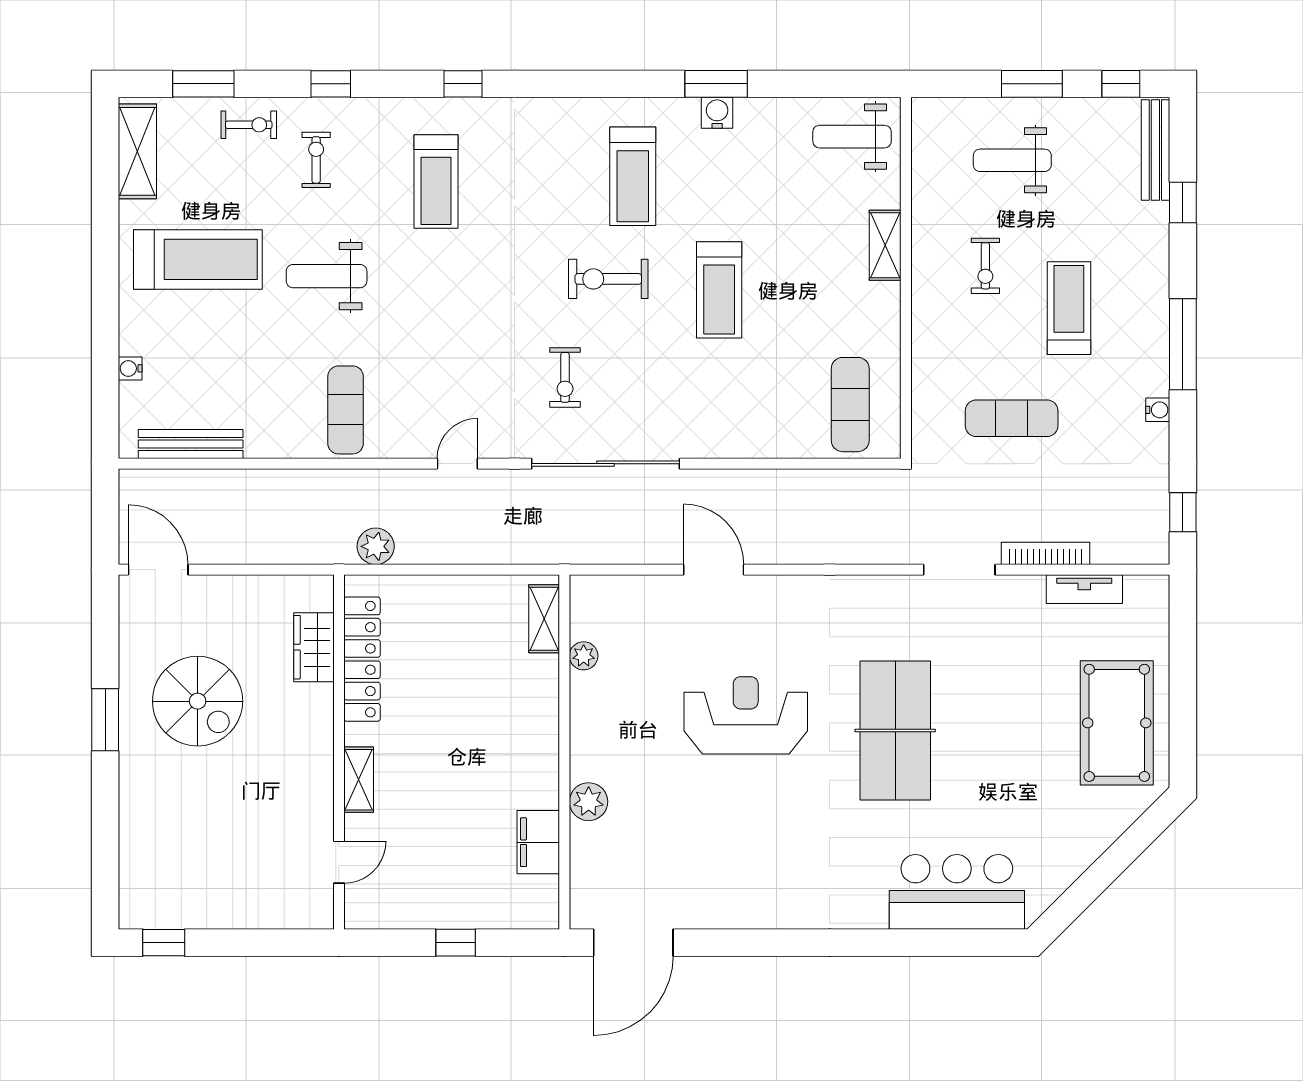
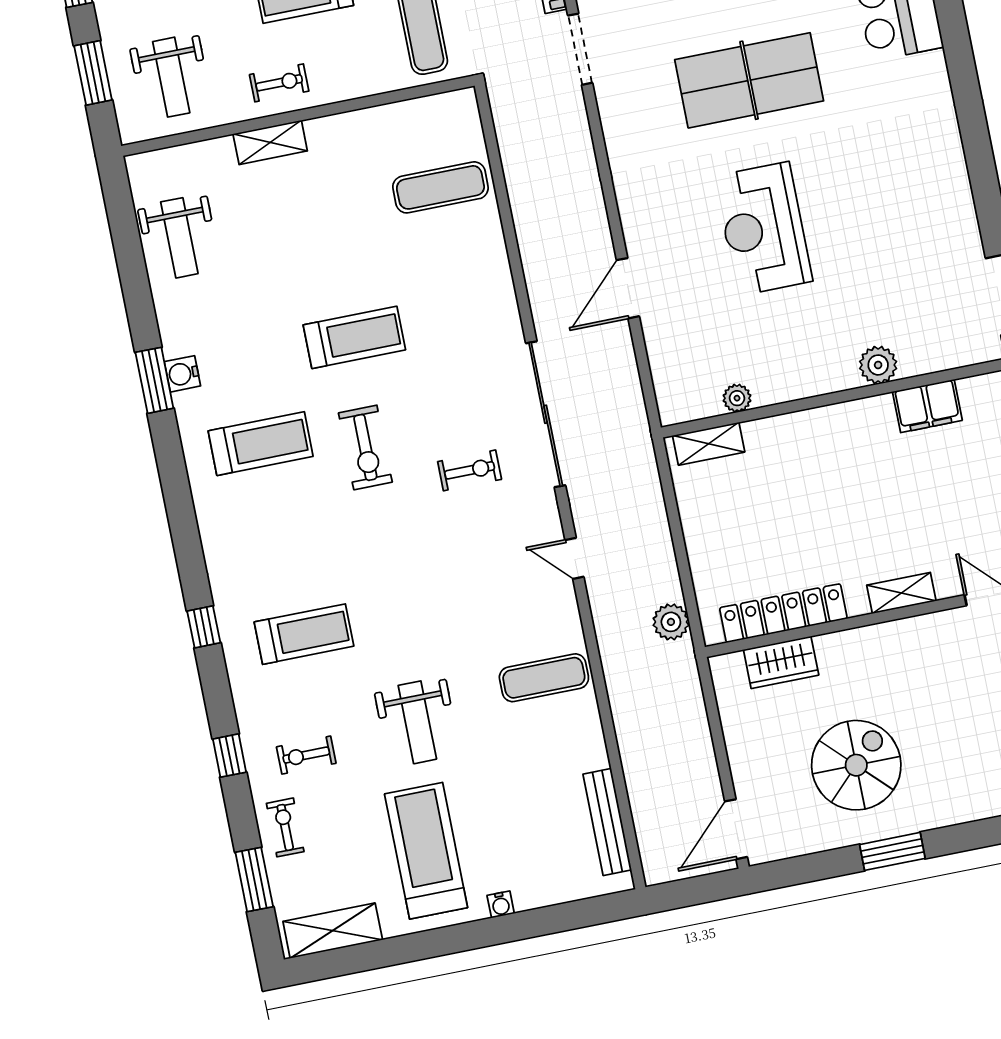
shelving: (885, 245) -> (270, 142), moved
wall: (906, 278) -> (298, 116), moved
water cooler: (130, 368) -> (501, 904), moved

